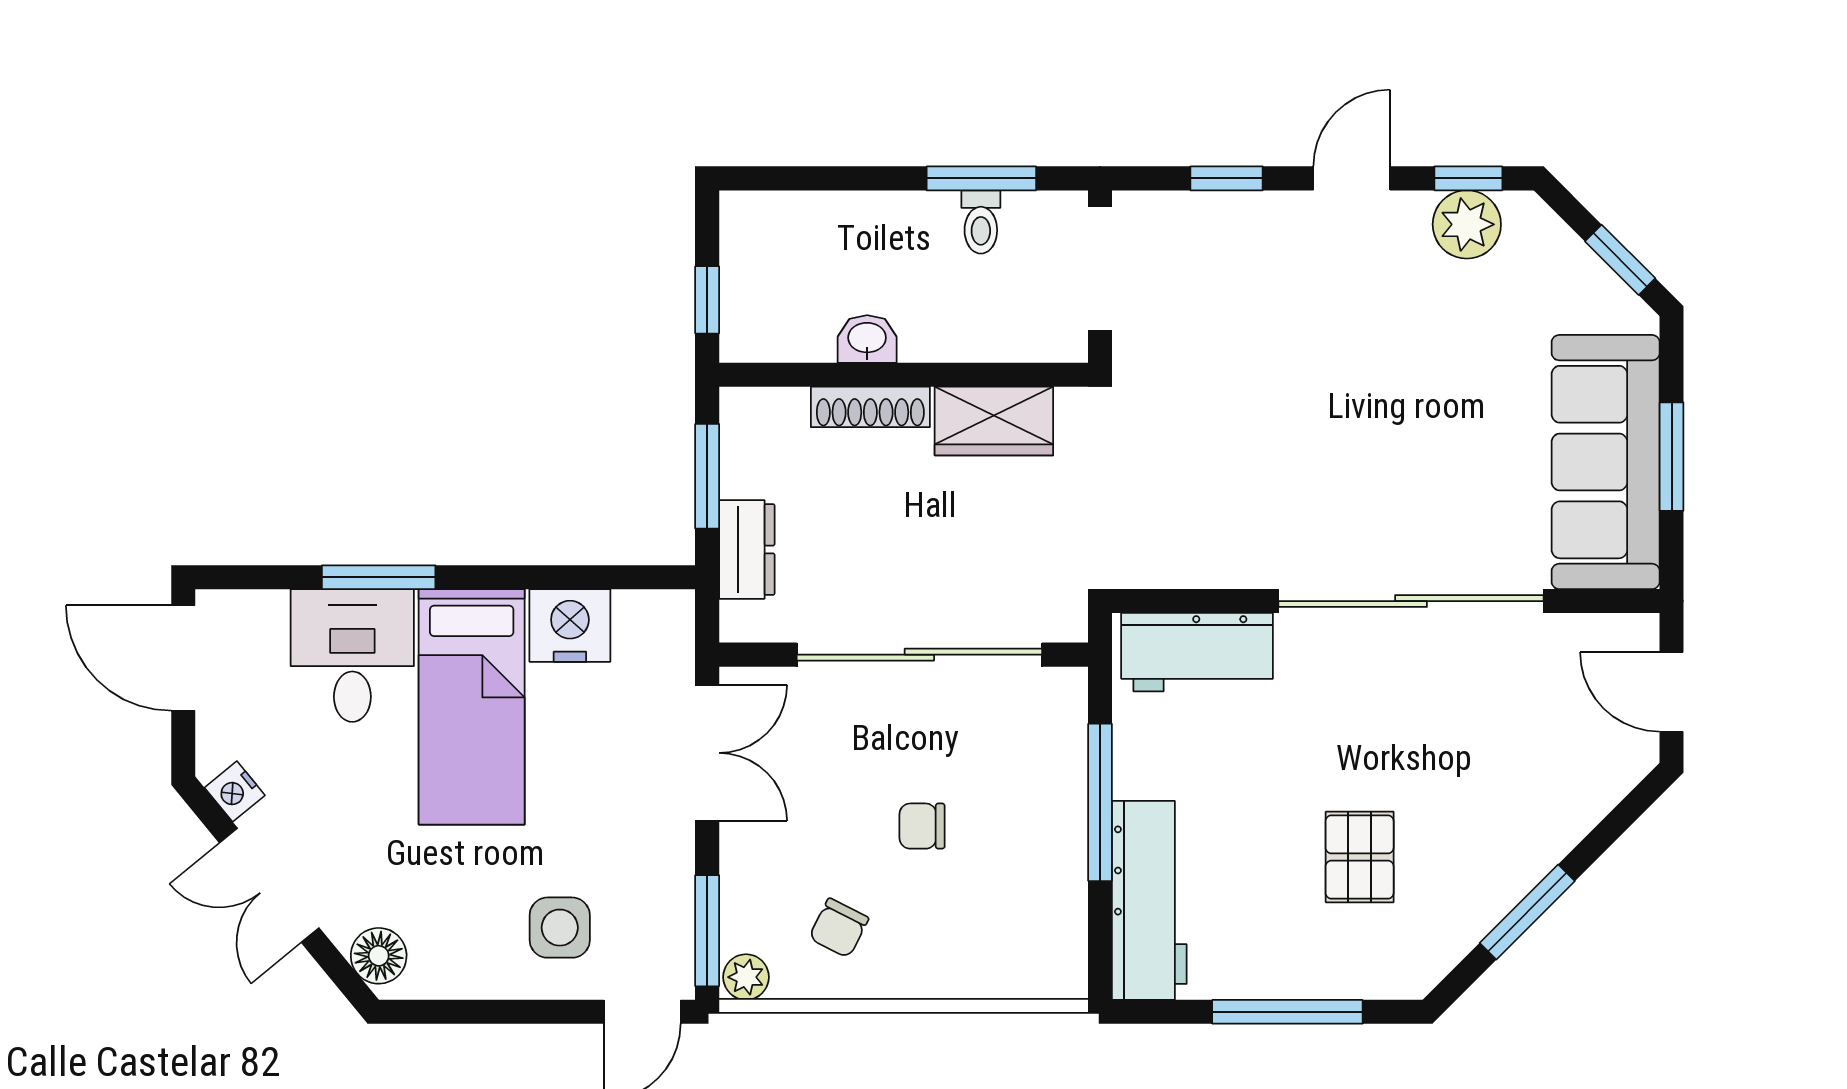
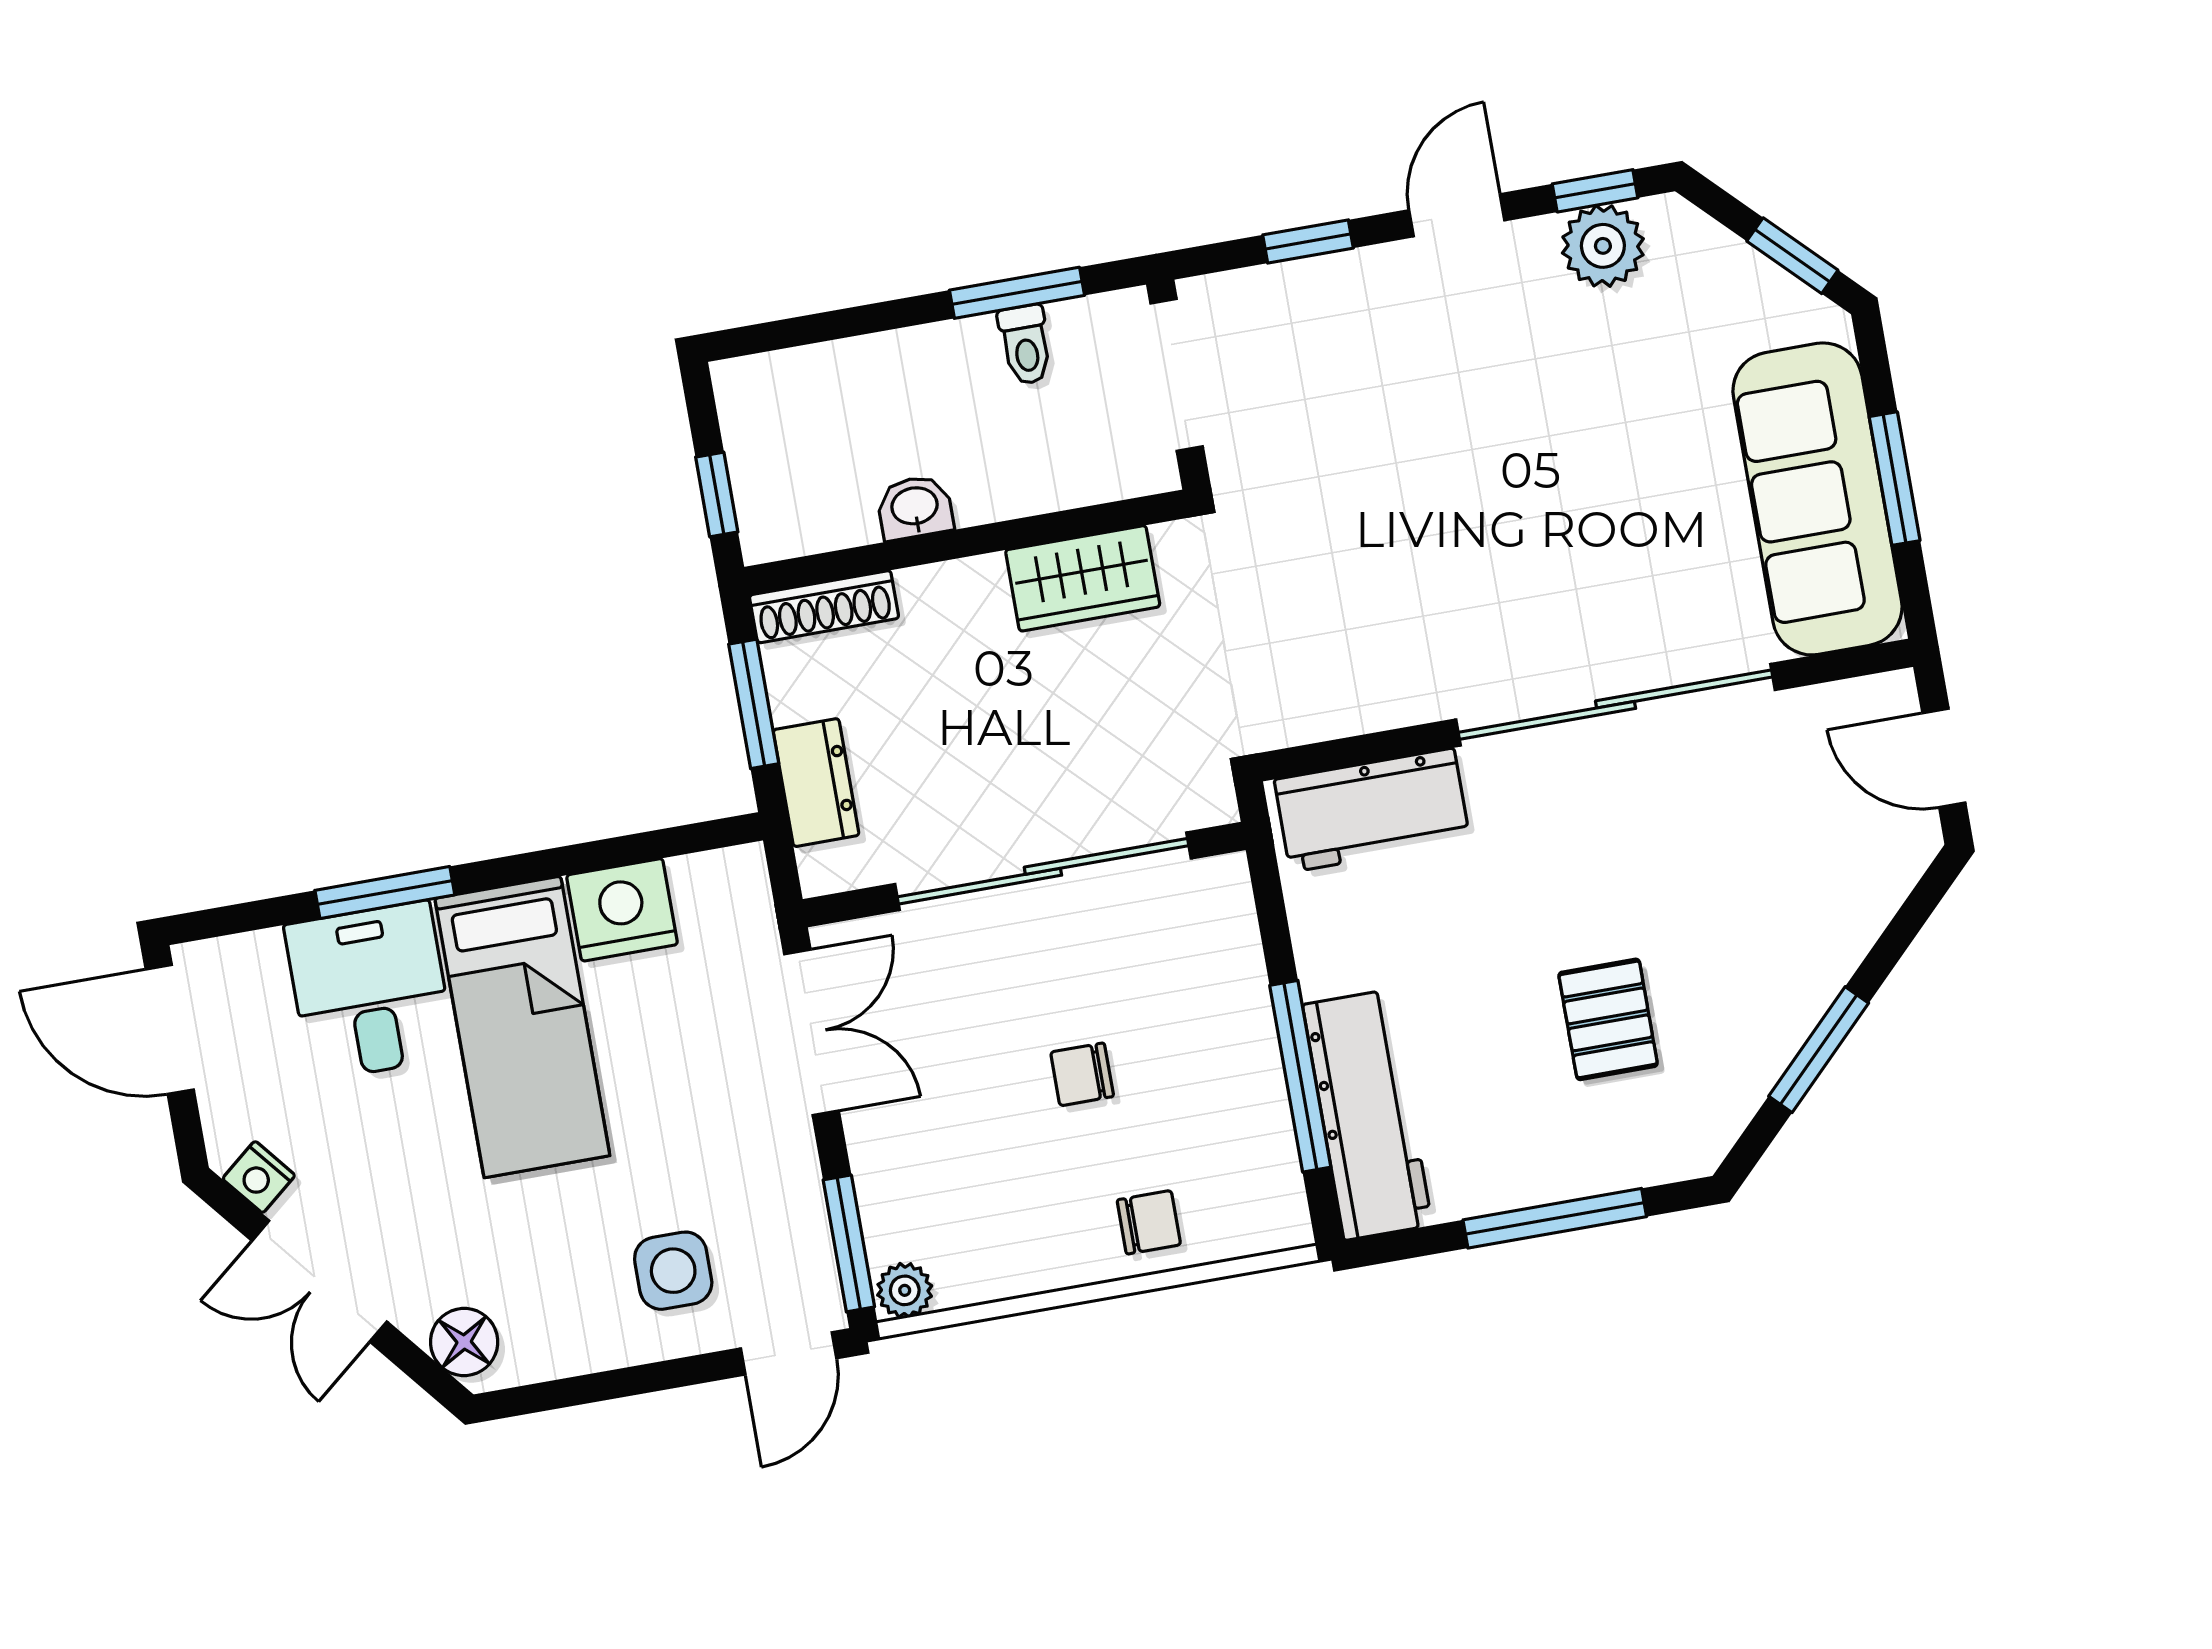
shoe rack: (870, 407) -> (824, 607), moved
window: (1100, 802) -> (1300, 1076), moved
chair: (839, 928) -> (1149, 1222), moved, turned -117

